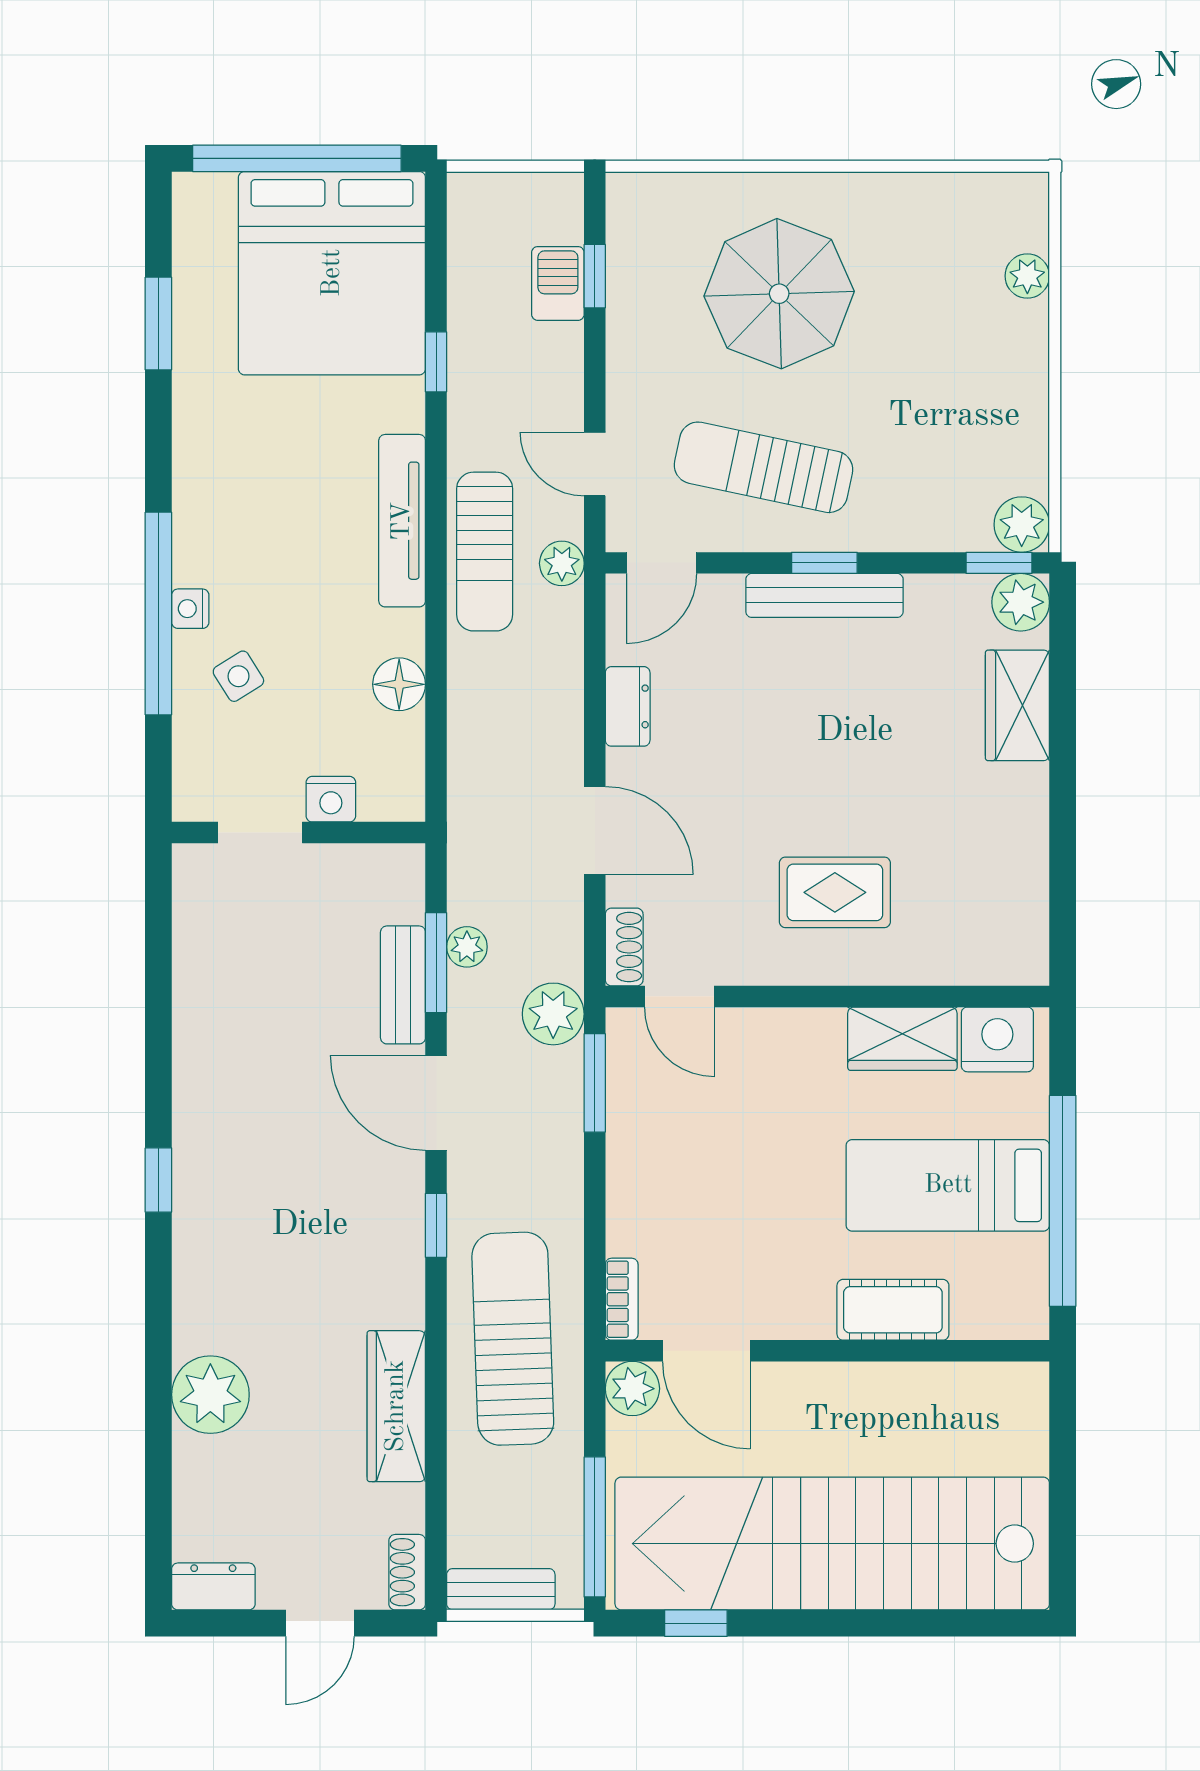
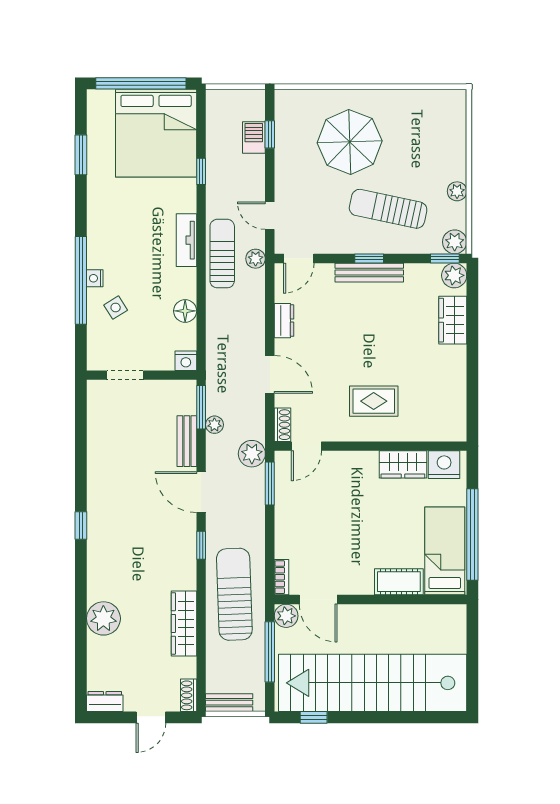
plant: (1027, 276) -> (457, 191), moved
sun lounger: (763, 467) -> (388, 209), moved
tv unit: (402, 521) -> (186, 240), width x0.71
sun lounger: (485, 552) -> (222, 254), turned 180
nightstand: (331, 799) -> (186, 361), moved
window: (436, 963) -> (201, 407), moved
door: (679, 996) -> (306, 446), hinge flipped
bed: (948, 1185) -> (445, 551), moved, turned 90
window: (595, 1527) -> (270, 652), moved

